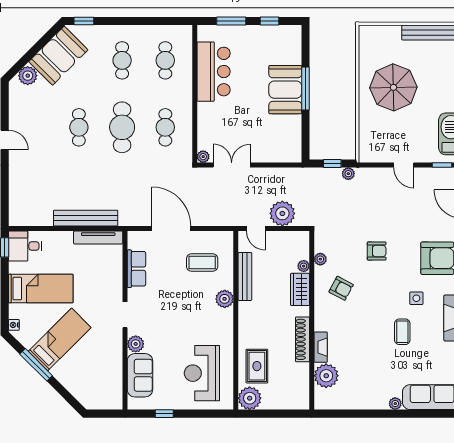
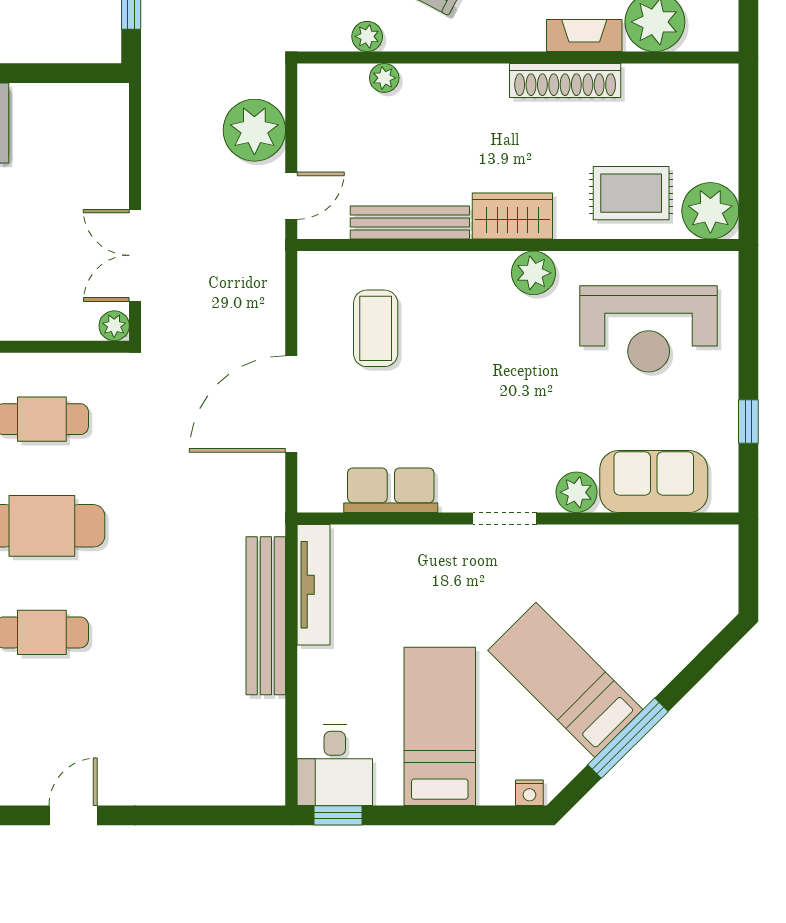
wardrobe: (300, 289) -> (512, 216), moved, turned 180
plant: (225, 299) -> (534, 273), moved

